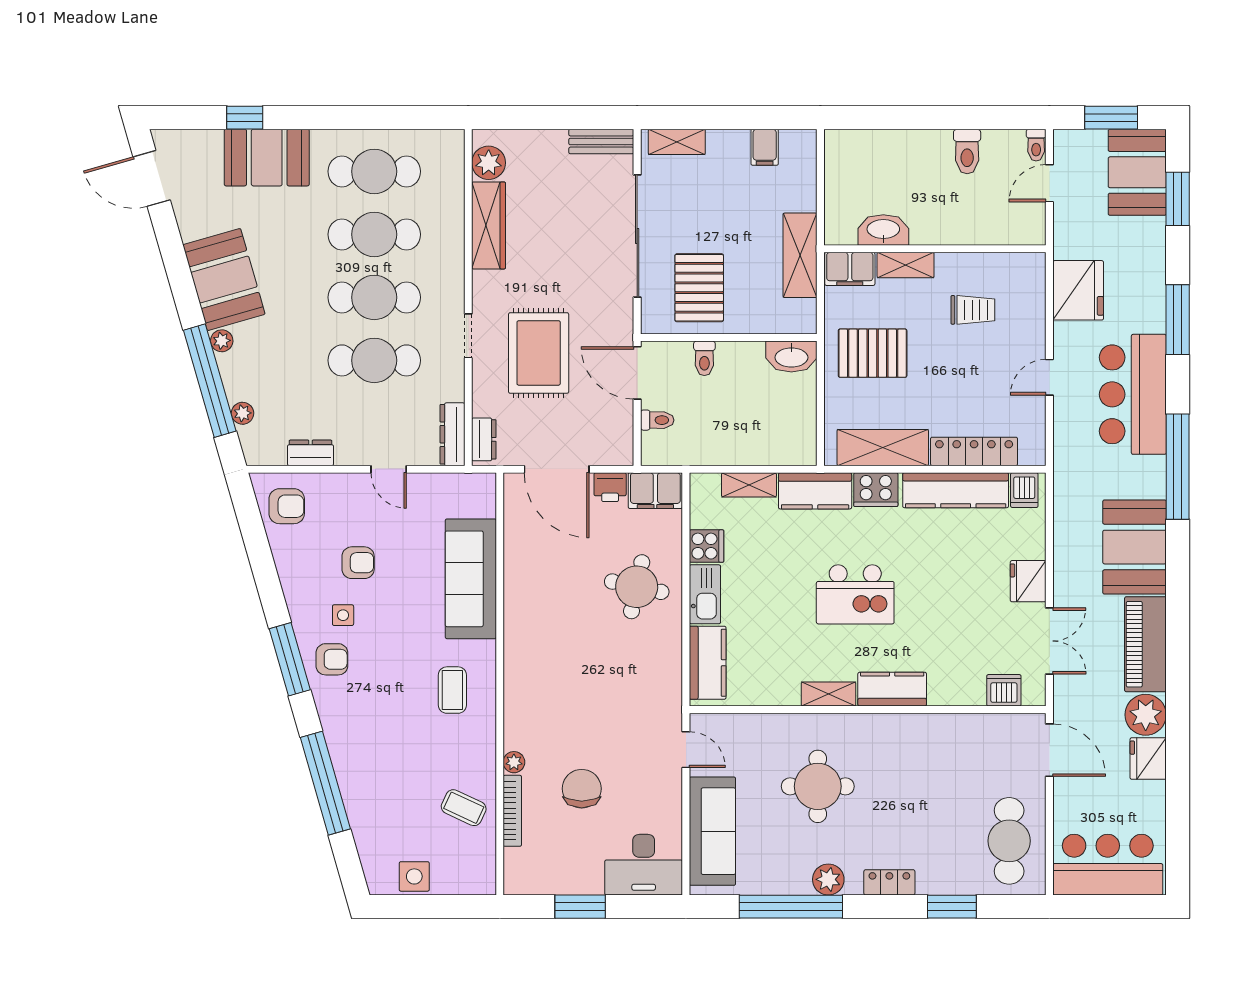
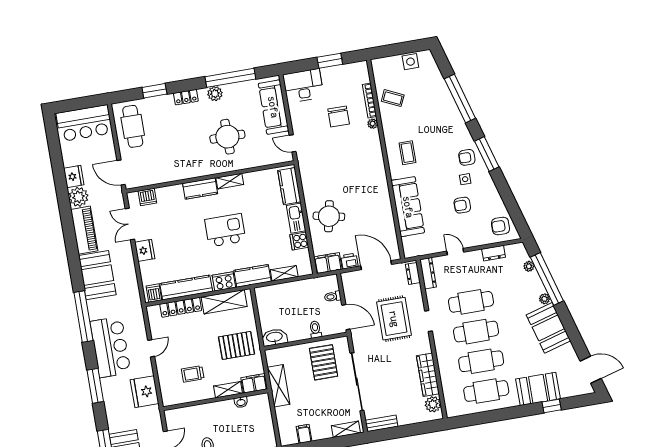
washbasin: (883, 230) -> (241, 402), width x0.52, depth x0.69

